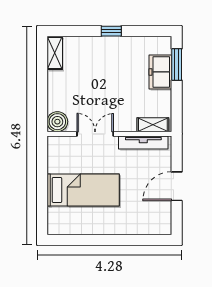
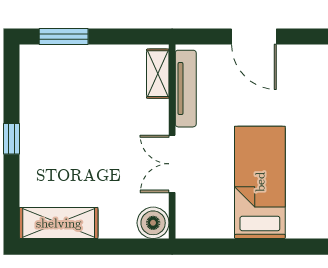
shelving: (55, 53) -> (59, 223), width x1.50, depth x1.33
freezer: (160, 72) -> (75, 62), removed

